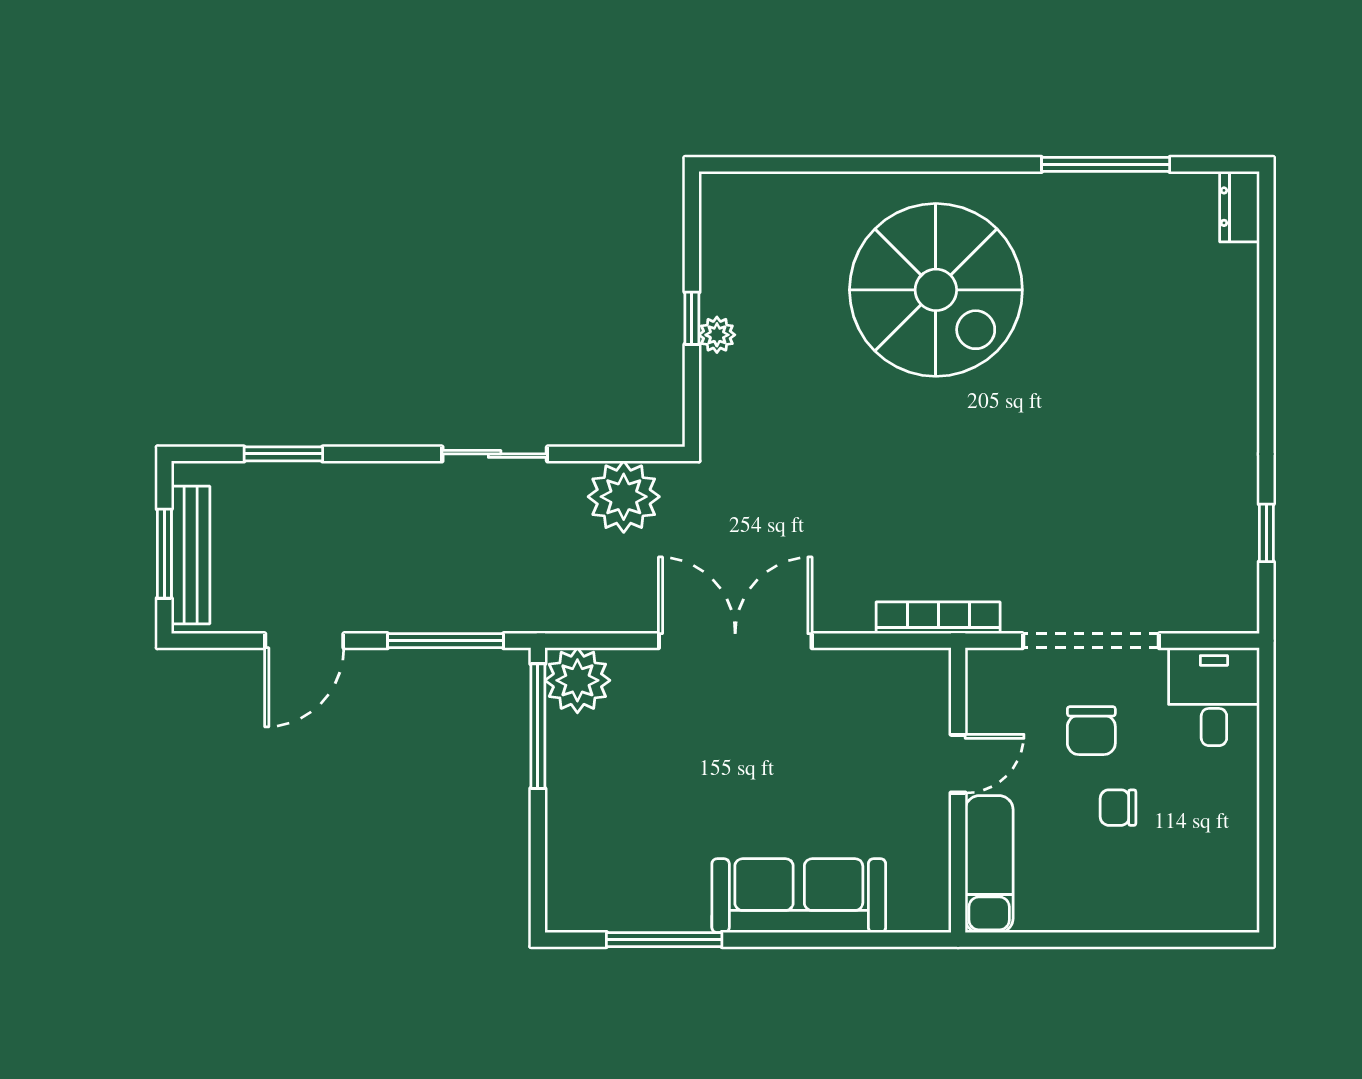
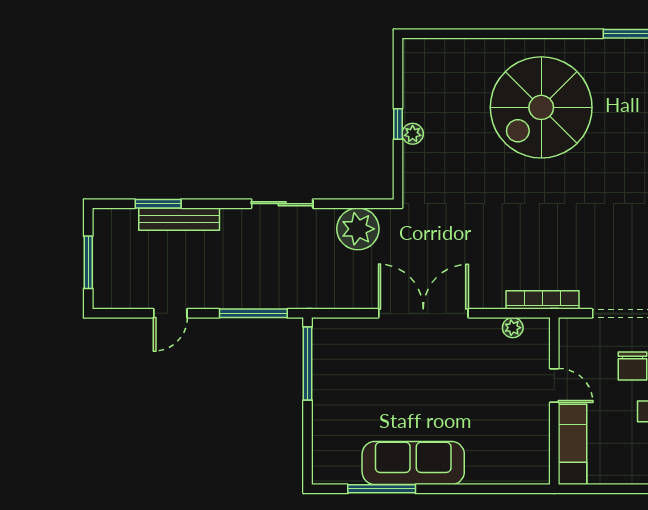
spiral stairs: (936, 290) -> (541, 107), turned 90
bench: (191, 555) -> (179, 219), moved, turned 90
door: (304, 641) -> (170, 313), width x0.73
plant: (577, 680) -> (513, 328), moved, width x0.53, depth x0.53
door: (958, 764) -> (554, 386), hinge flipped
sofa: (799, 896) -> (413, 463), moved

